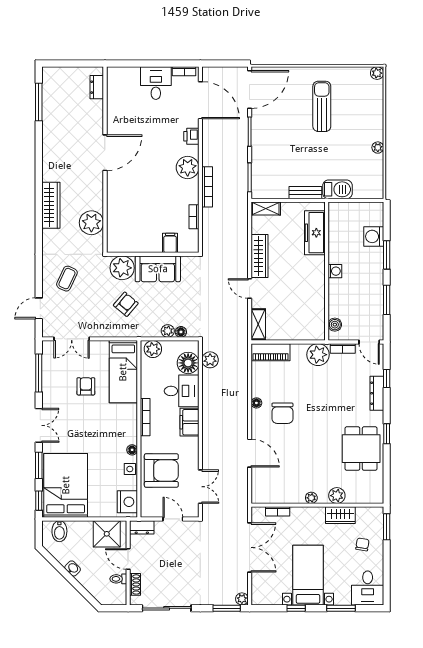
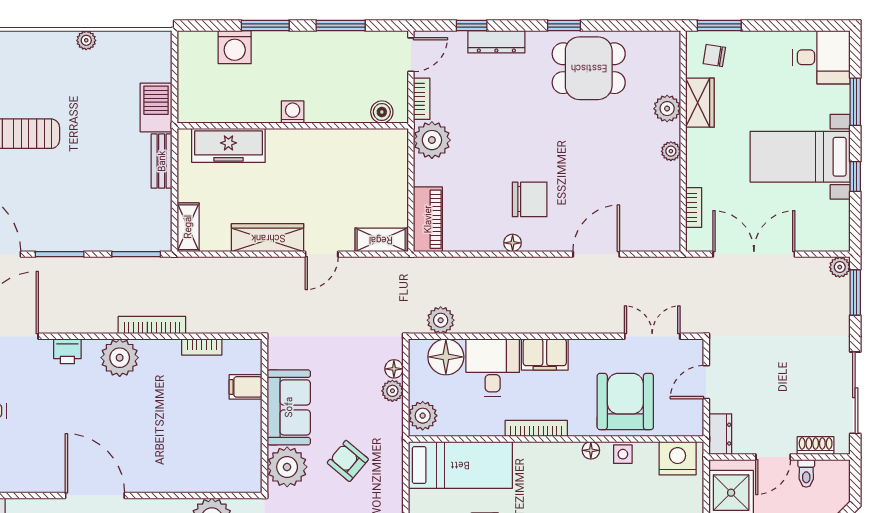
chair: (362, 544) -> (714, 55), moved

